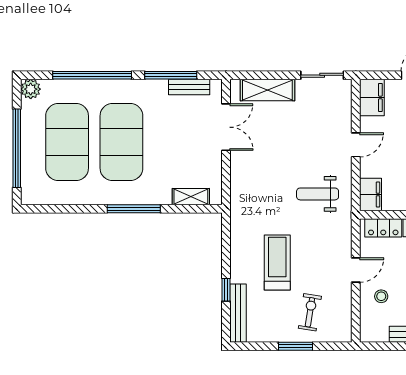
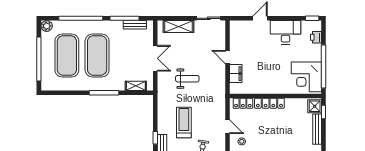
filing cabinet: (372, 97) -> (237, 31), removed
double door: (226, 127) -> (155, 58), moved
door: (356, 145) -> (228, 57), swing flipped
weight bench: (318, 194) -> (187, 79), moved, turned 180
filing cabinet: (370, 194) -> (236, 74), moved
door: (356, 270) -> (228, 127), hinge flipped

